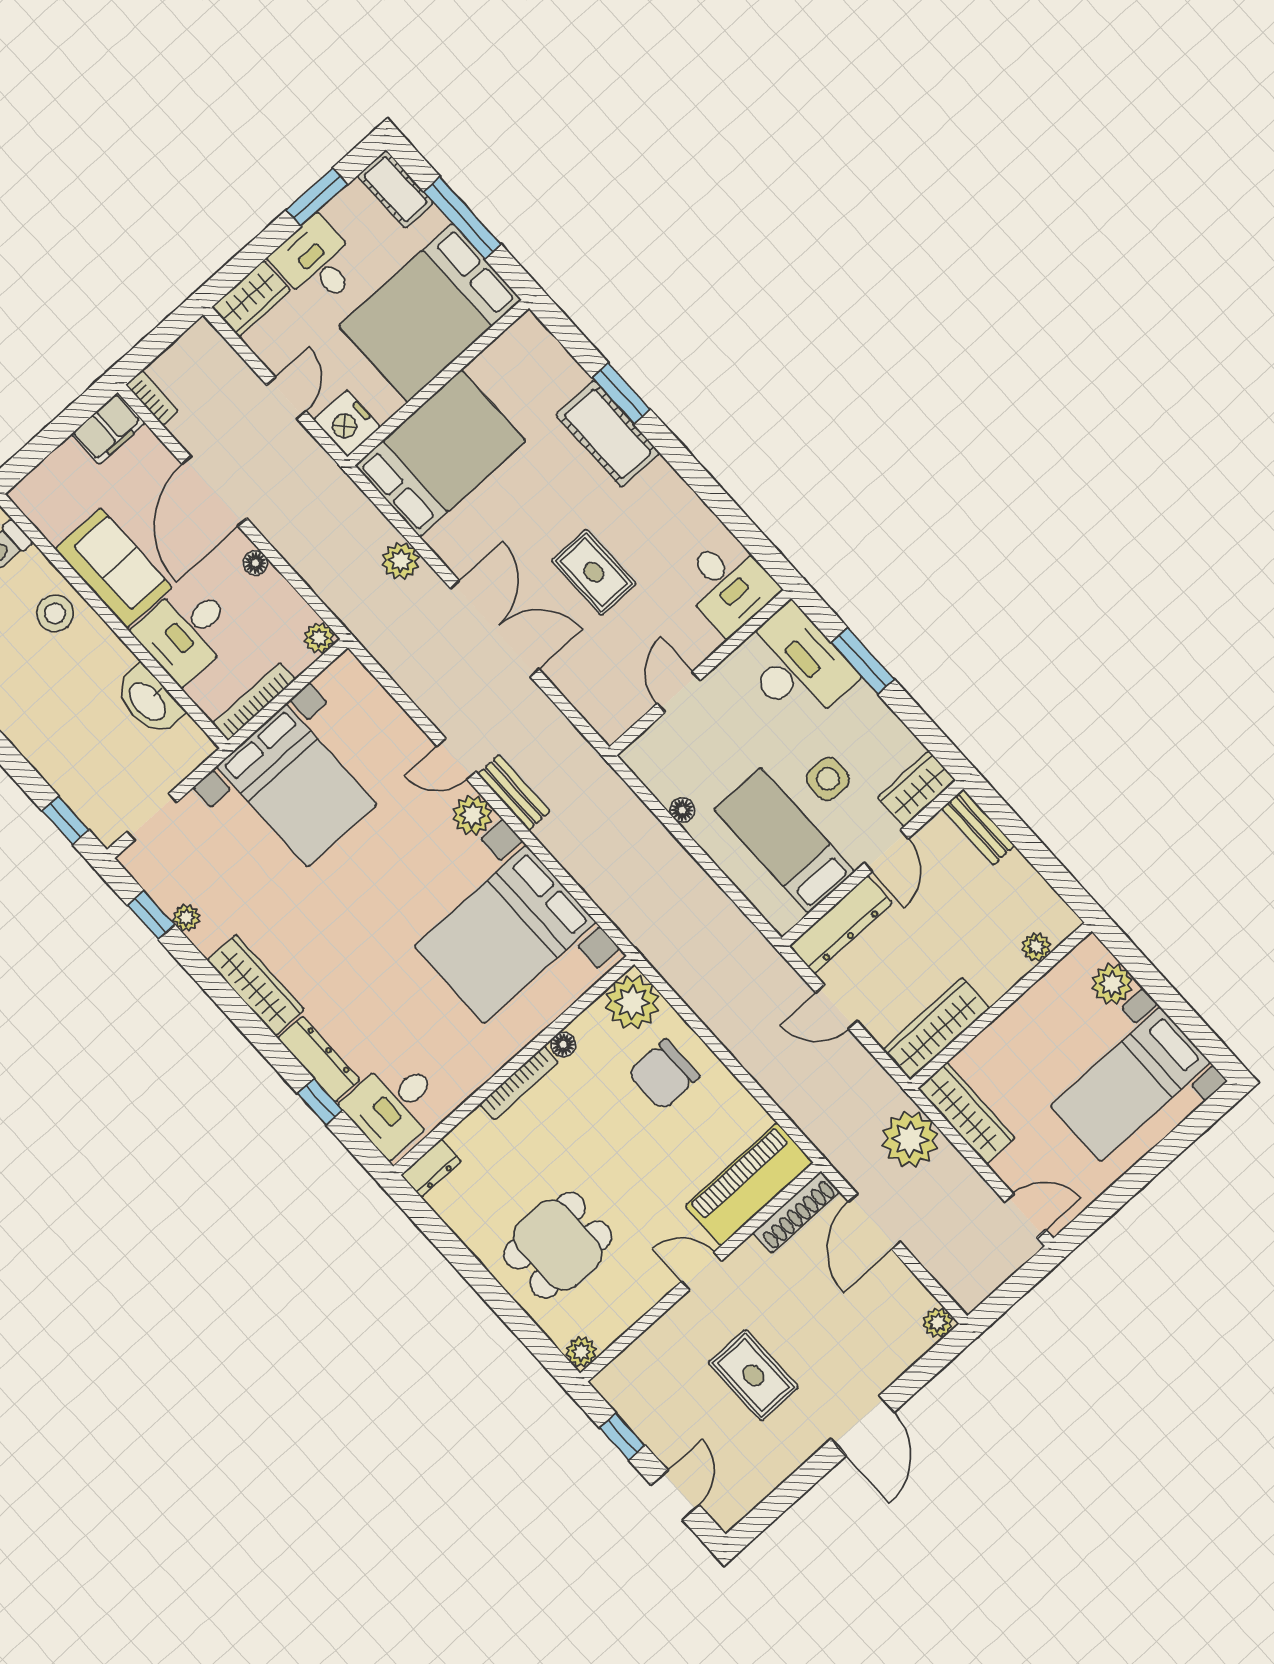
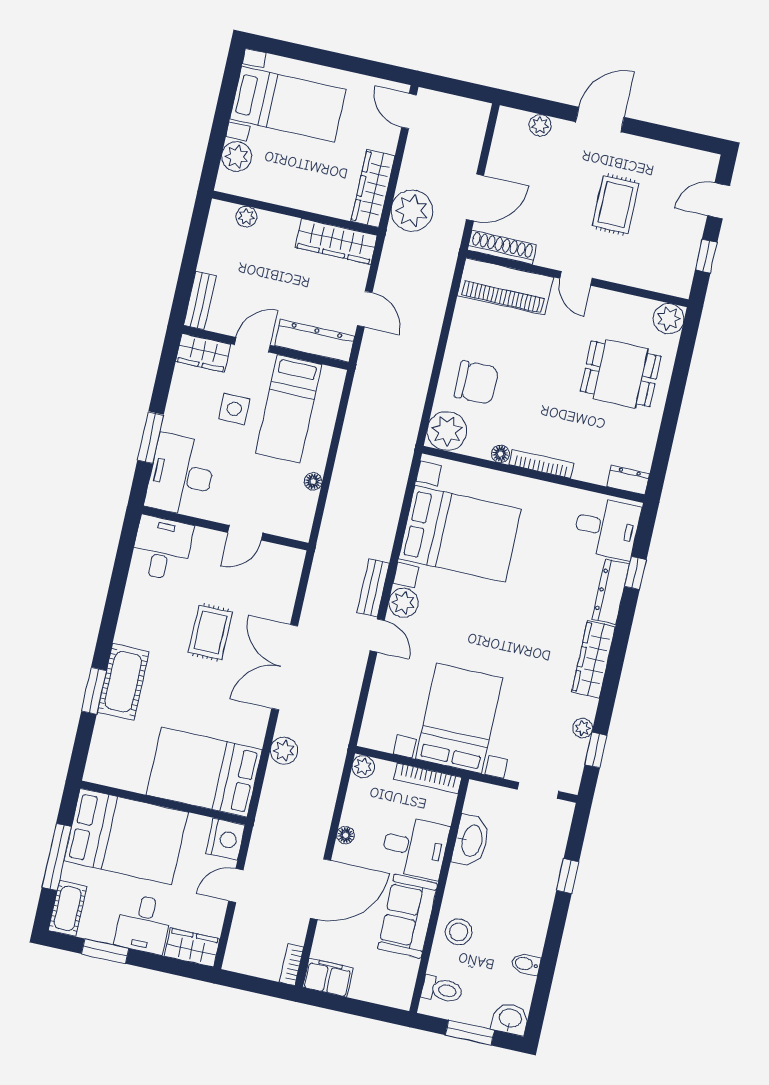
window: (66, 820) -> (568, 876), moved
plant: (938, 1323) -> (540, 125), moved
plant: (581, 1352) -> (669, 319), width x1.38, depth x1.38

